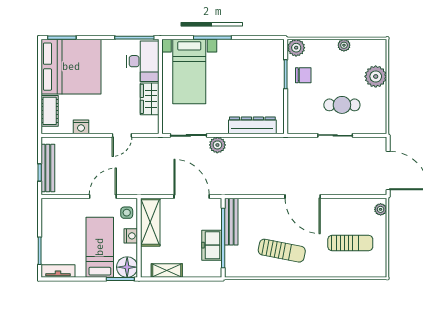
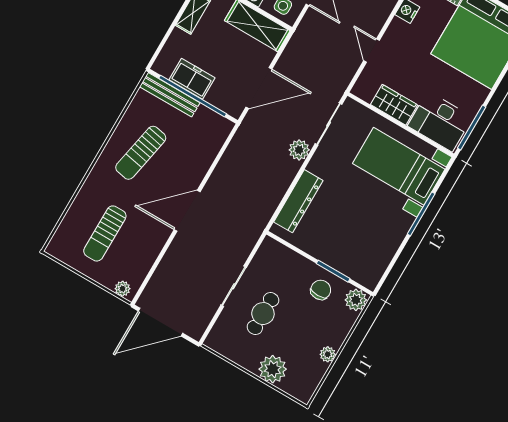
chair: (303, 75) -> (321, 290), turned 180
bench: (231, 222) -> (170, 95), moved

